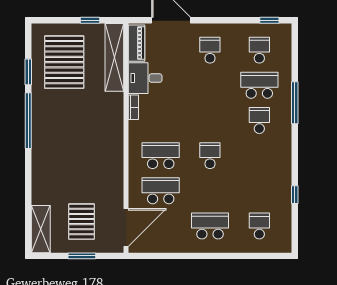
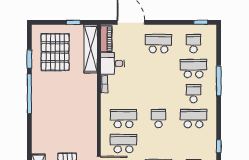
school desk: (210, 50) -> (159, 44), width x1.85
school desk: (259, 156) -> (194, 119), added

